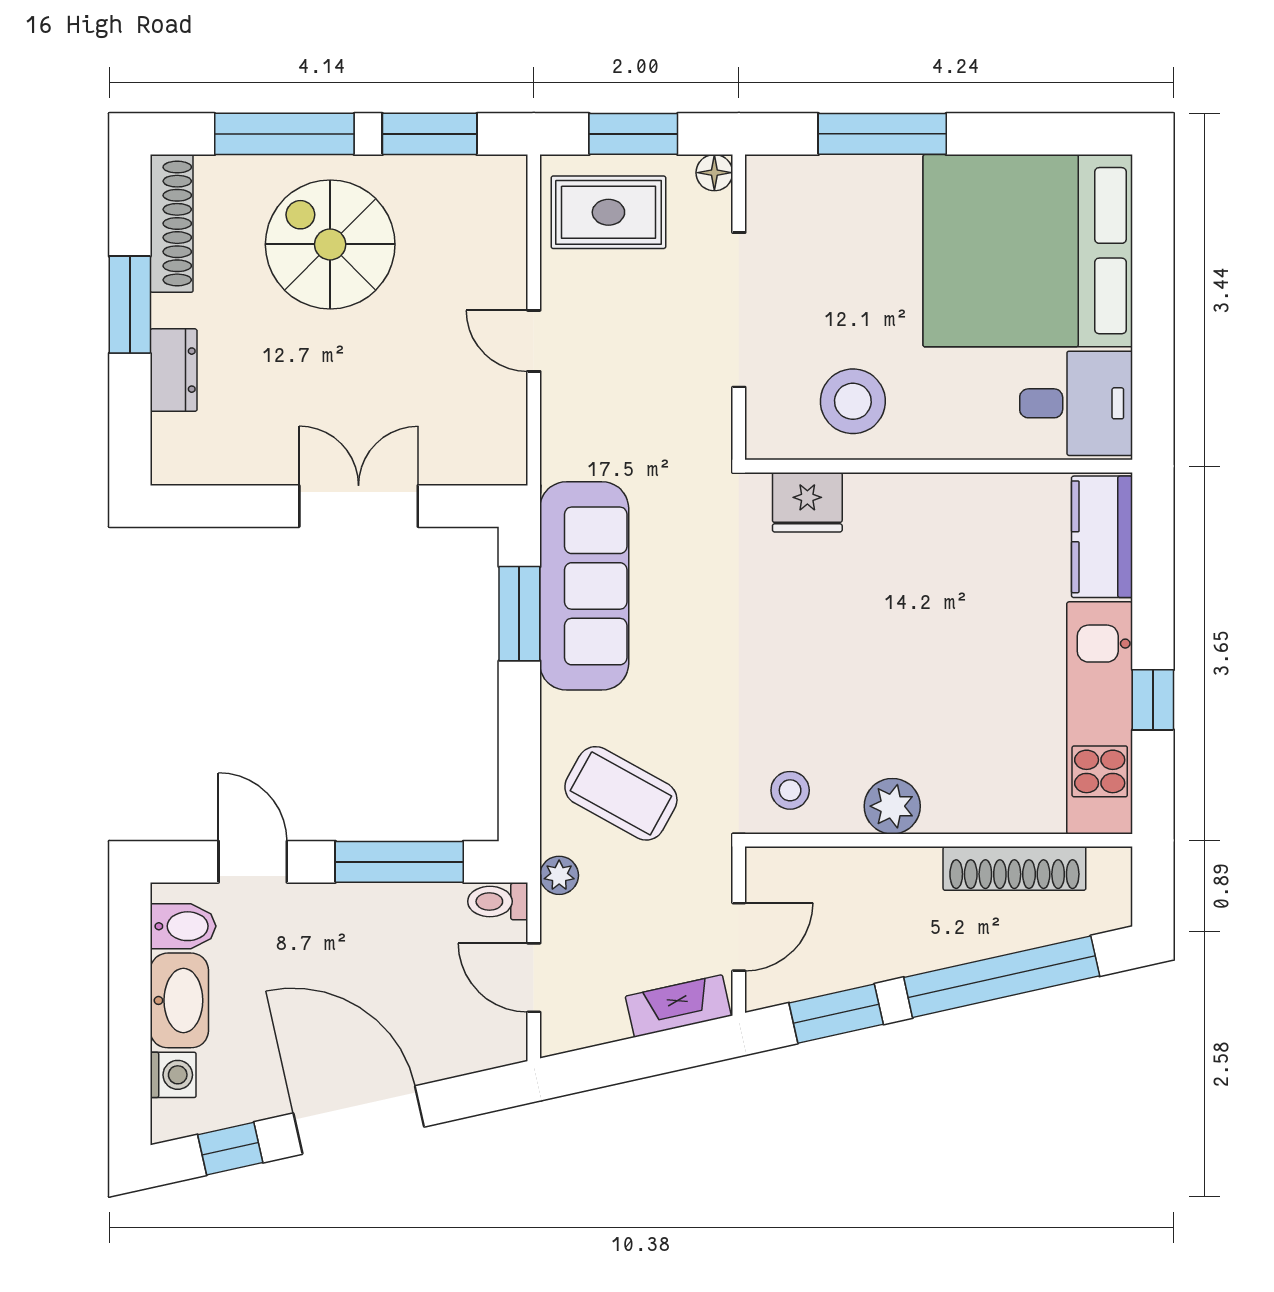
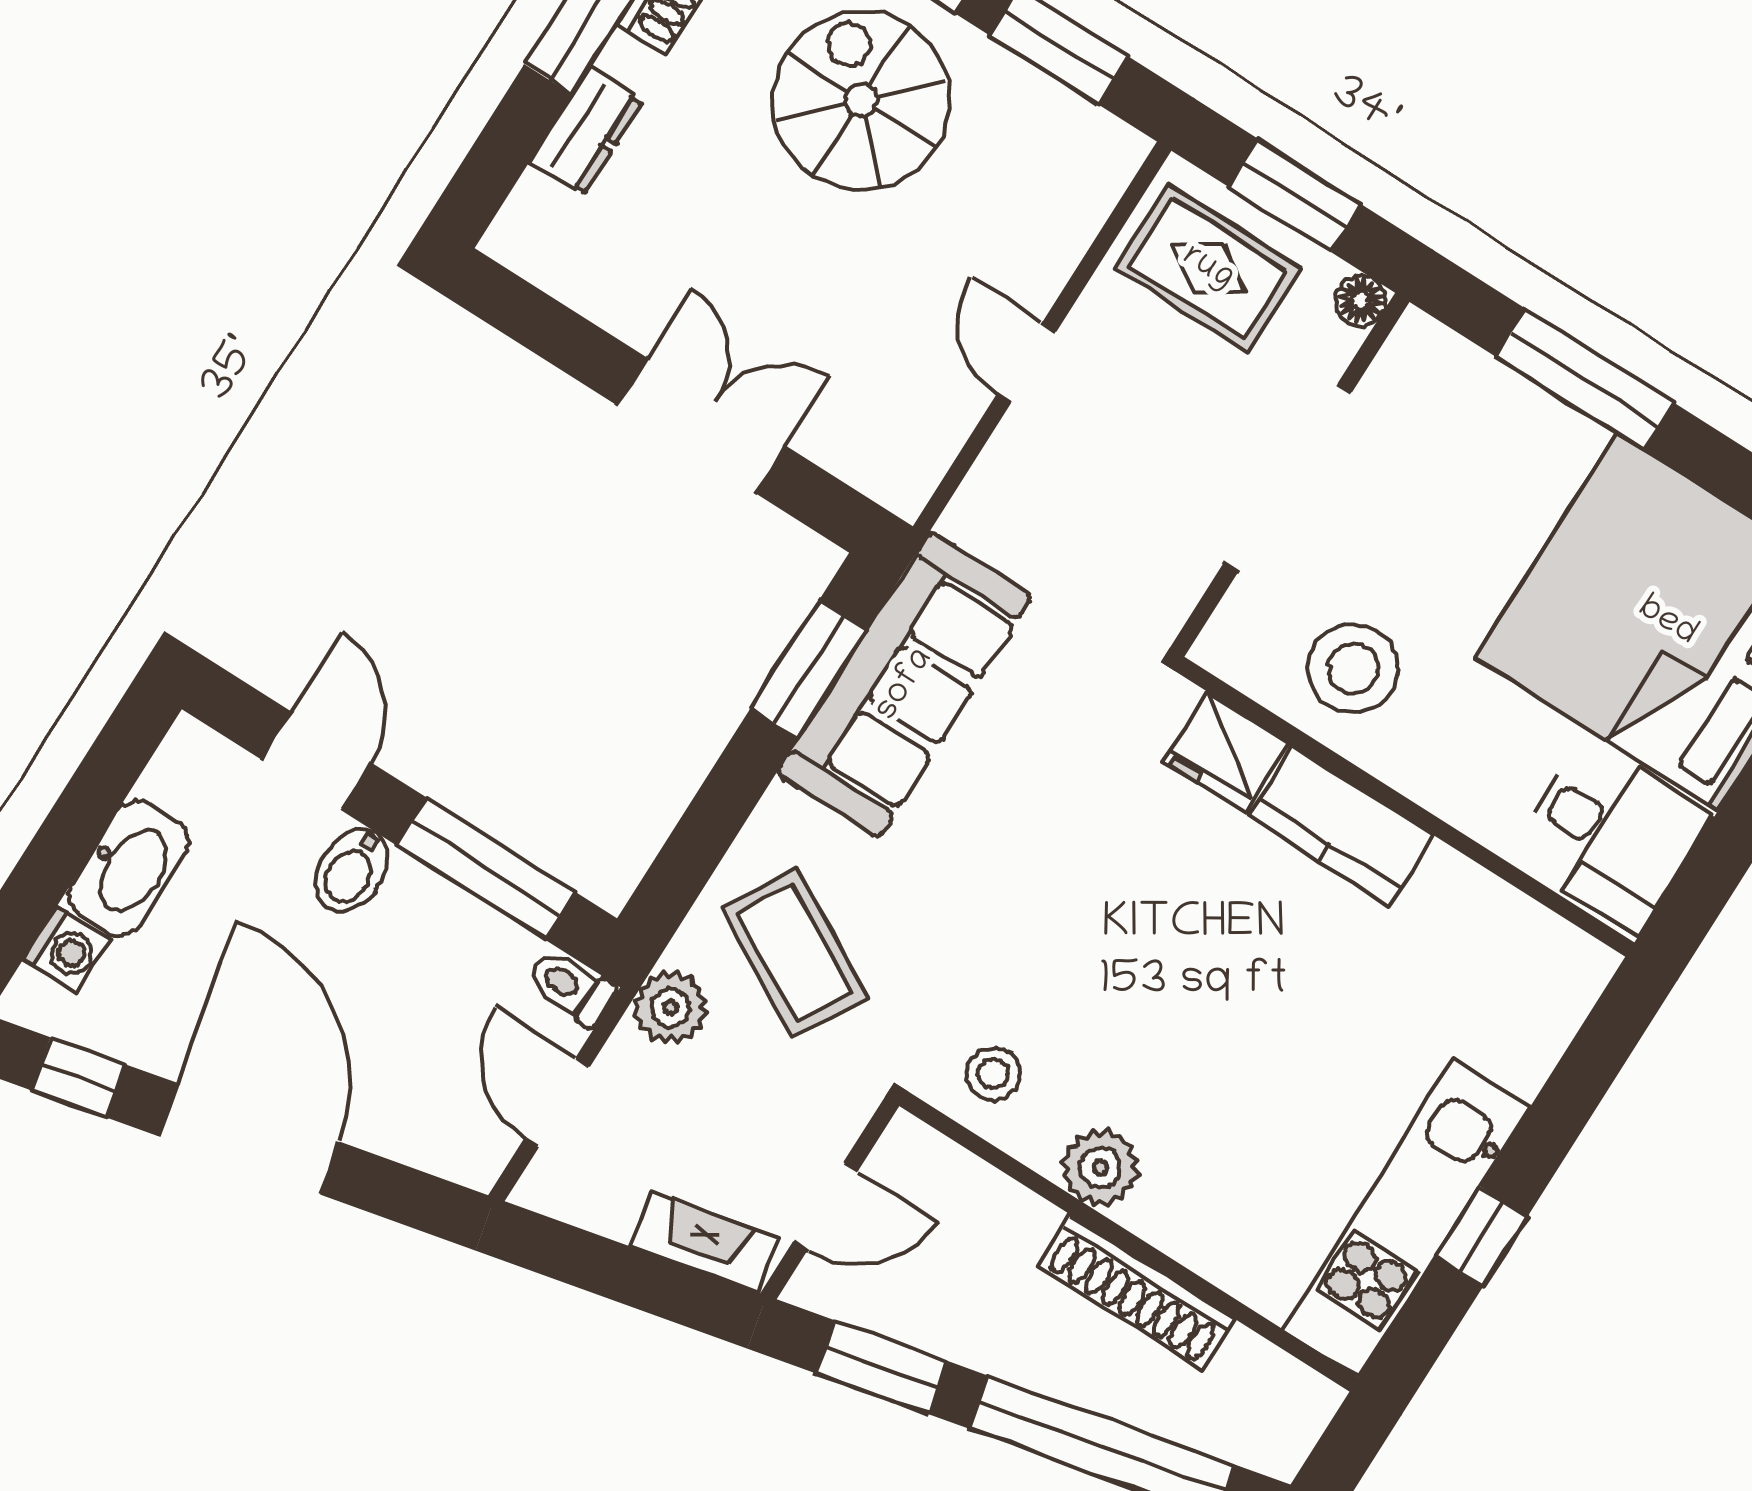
kitchen counter: (1102, 537) -> (1341, 826), moved, turned -90
shoe rack: (1014, 868) -> (1136, 1292), moved
plant: (559, 875) -> (670, 1008), width x1.38, depth x1.38
bidet: (183, 926) -> (352, 870), moved, turned 90

